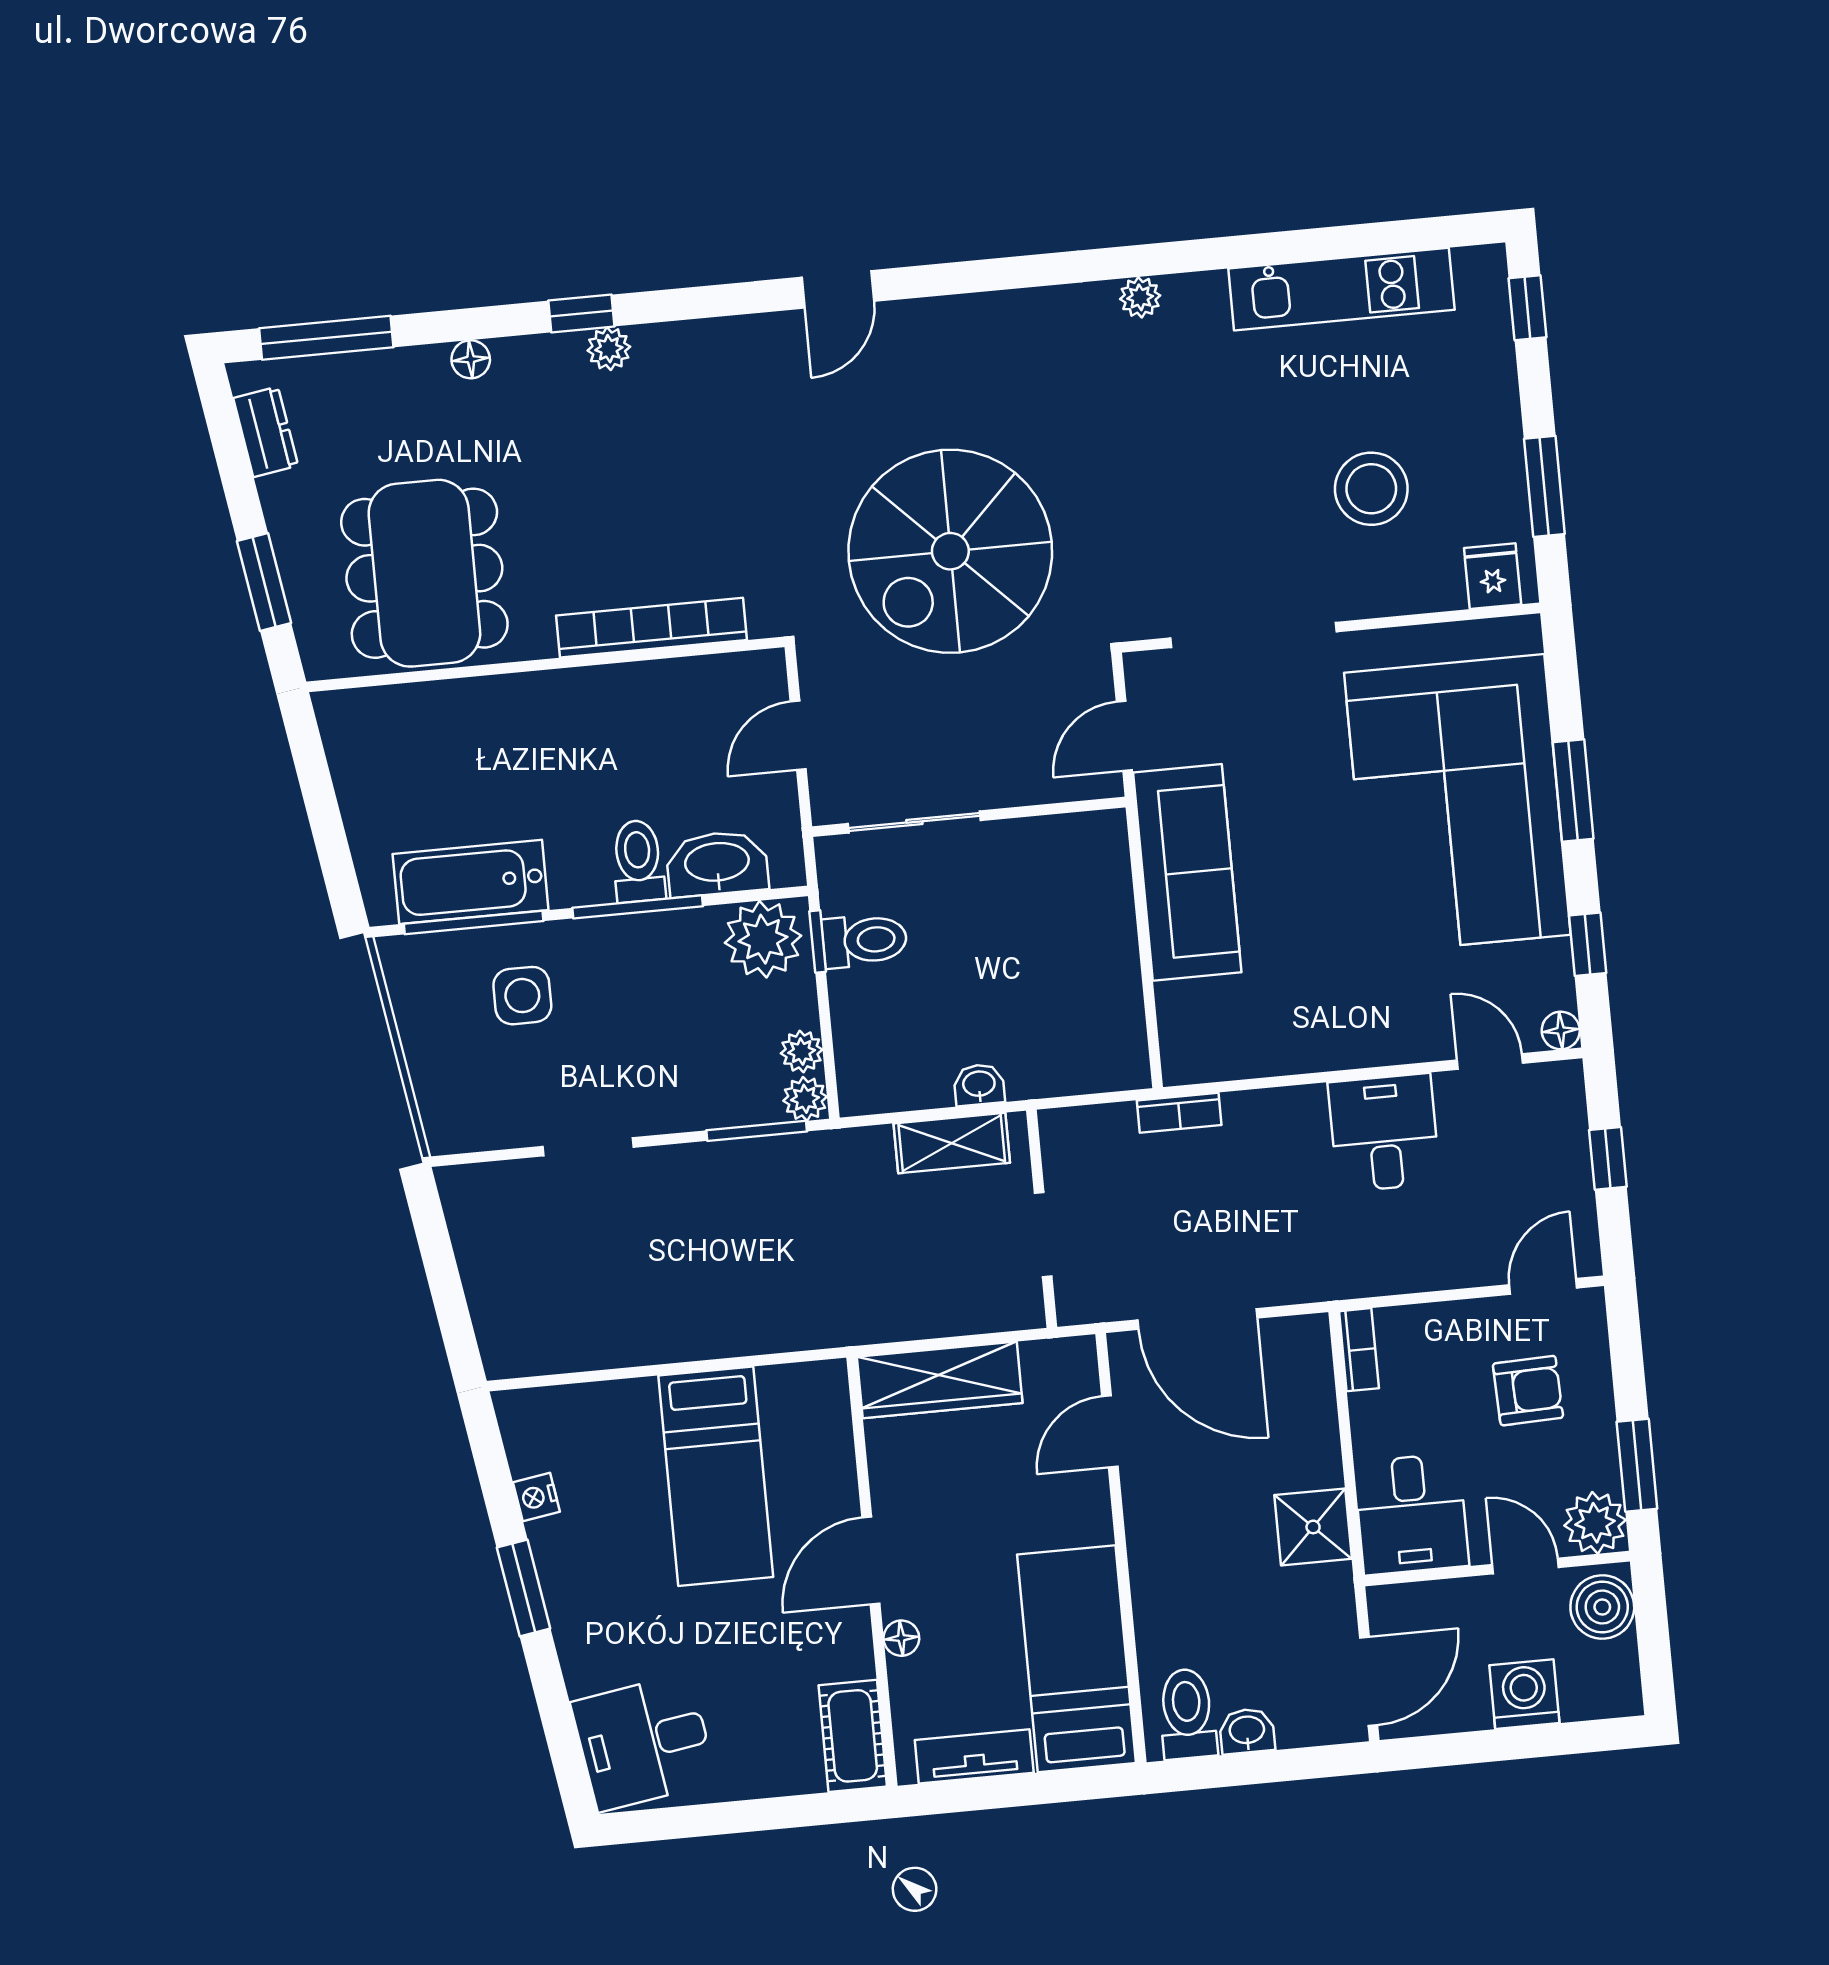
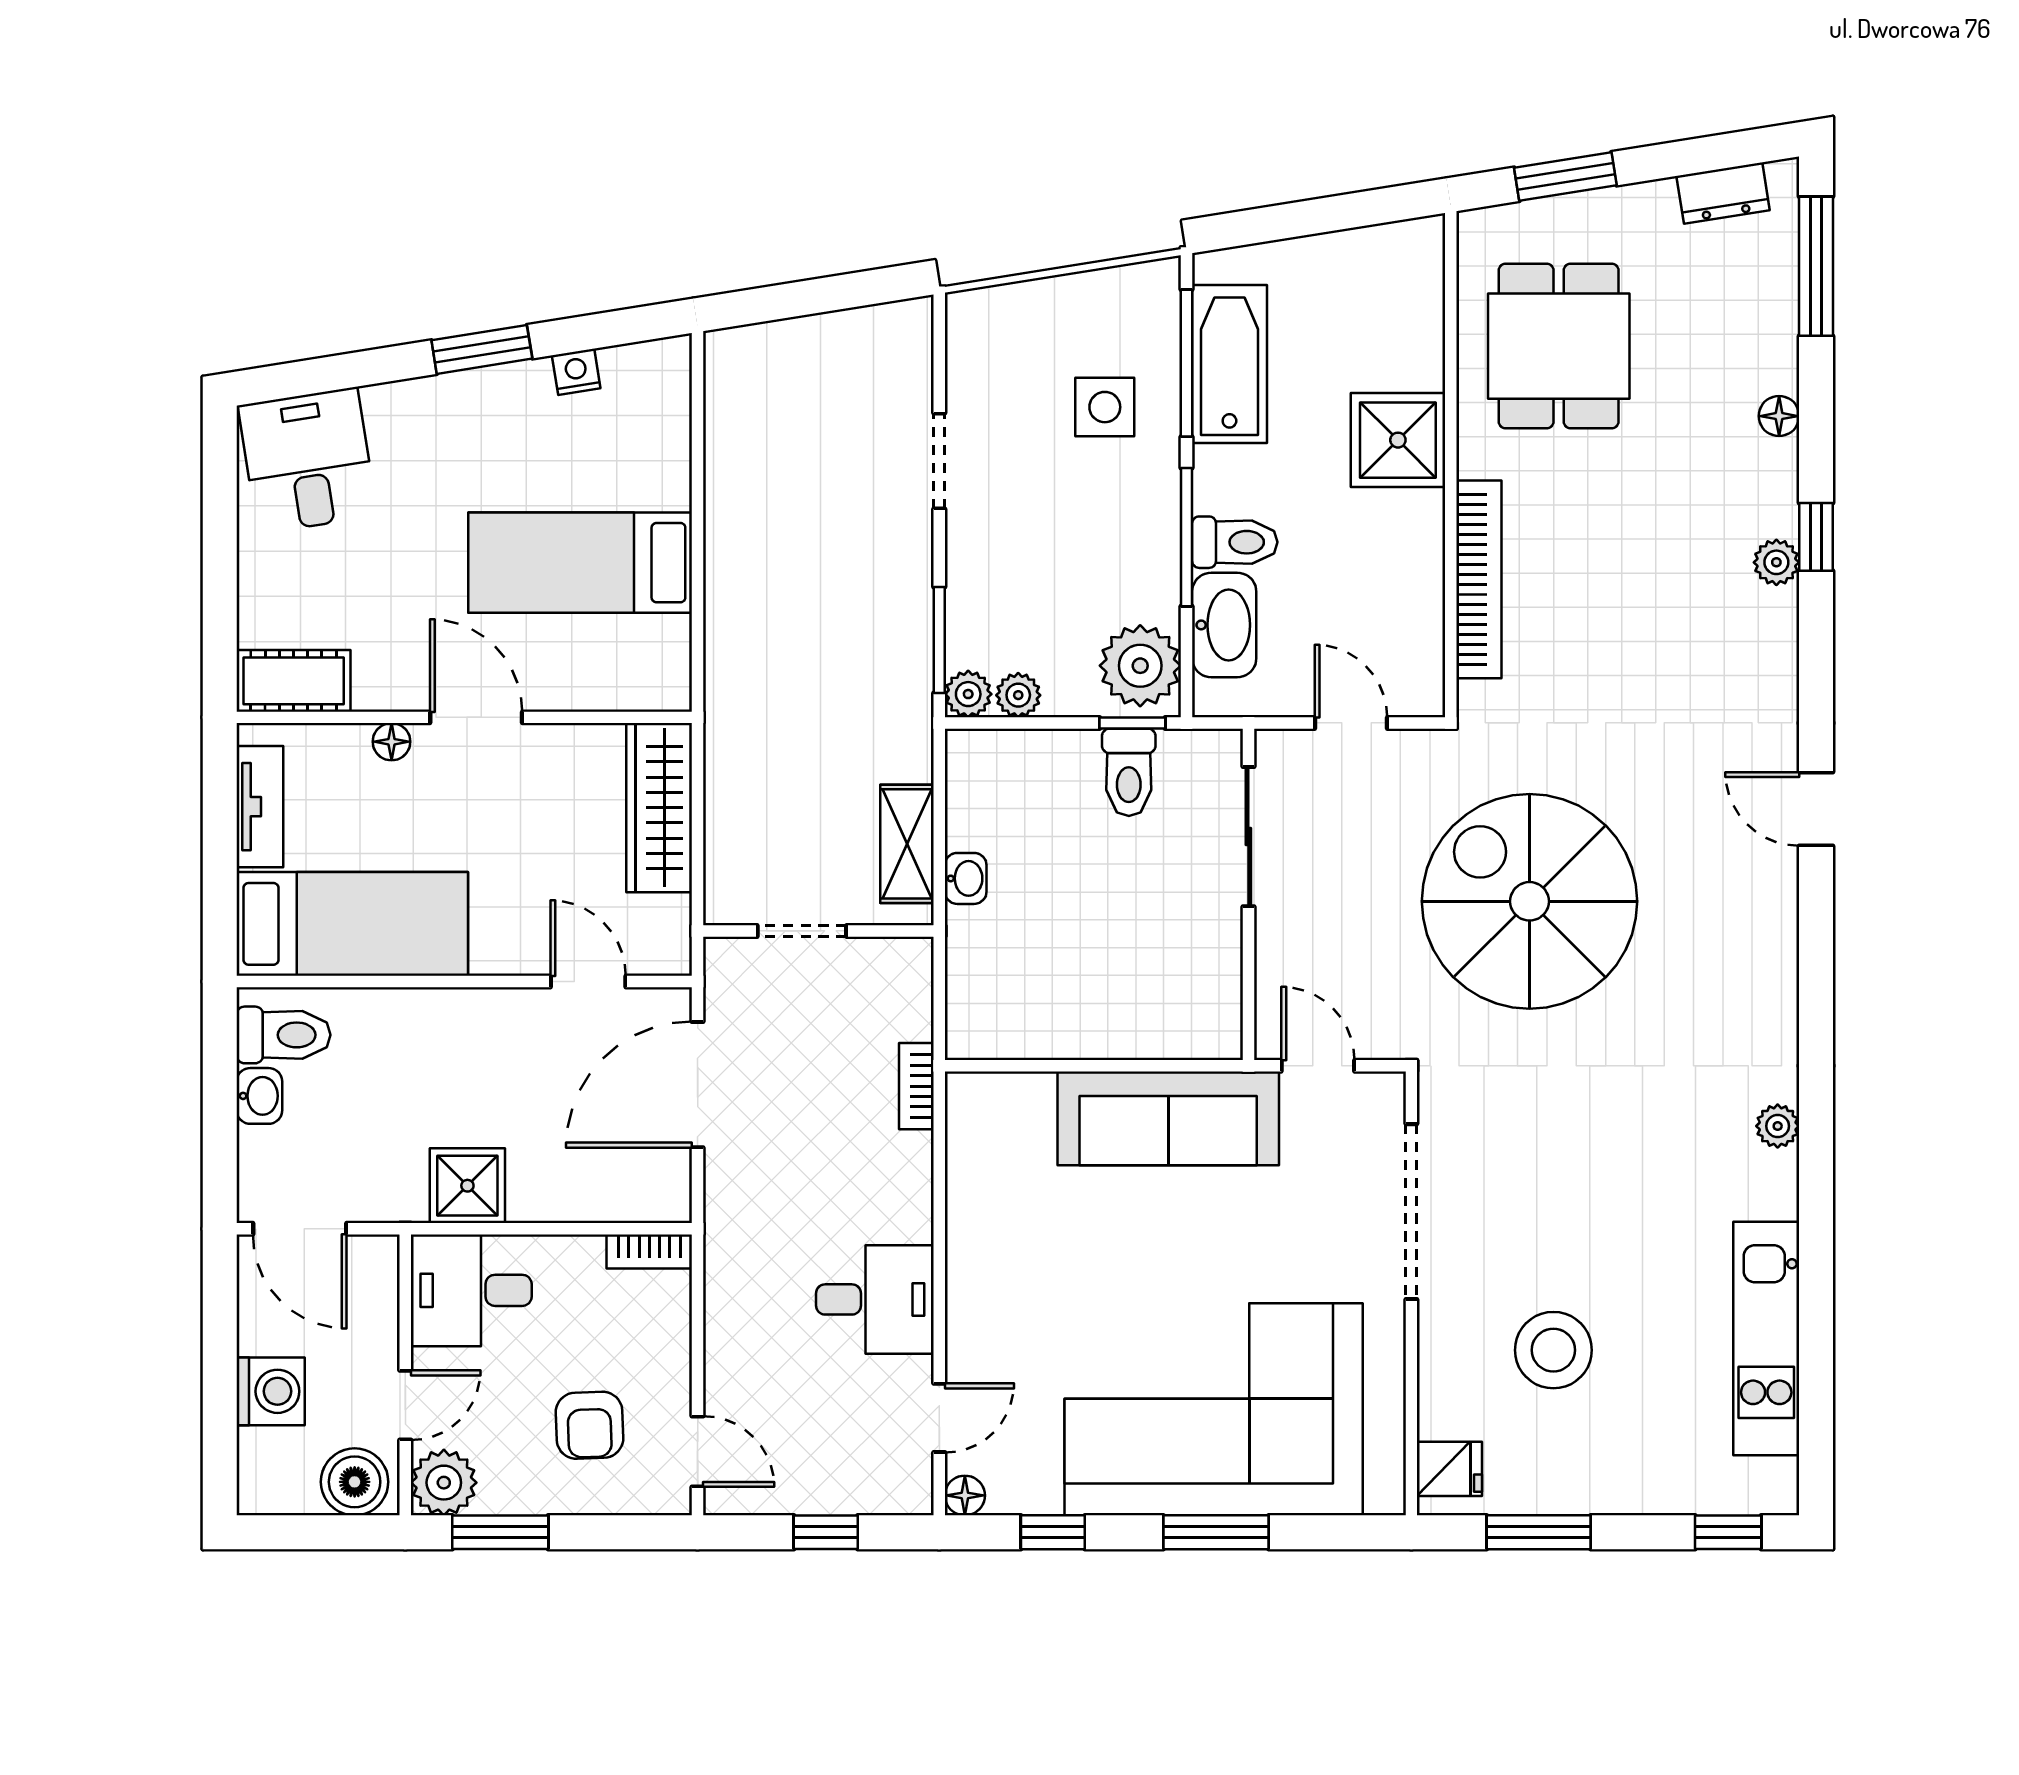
dining table: (424, 573) -> (1559, 346), width x0.73
shower: (527, 716) -> (1398, 440), added

